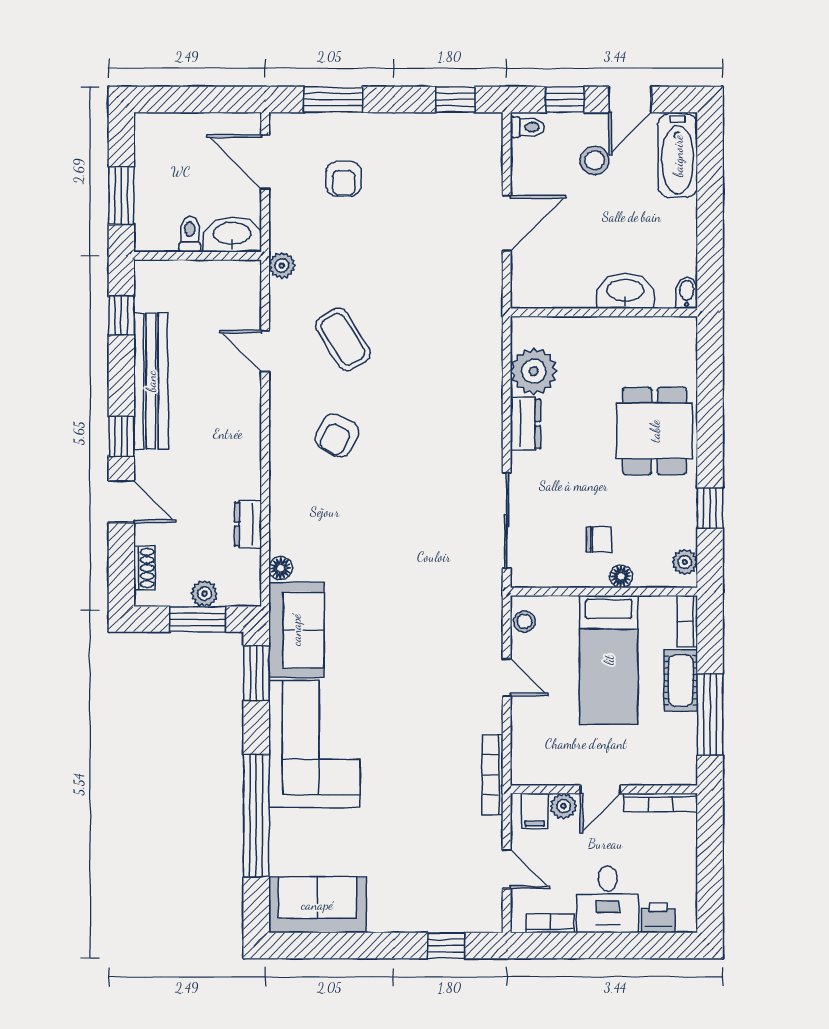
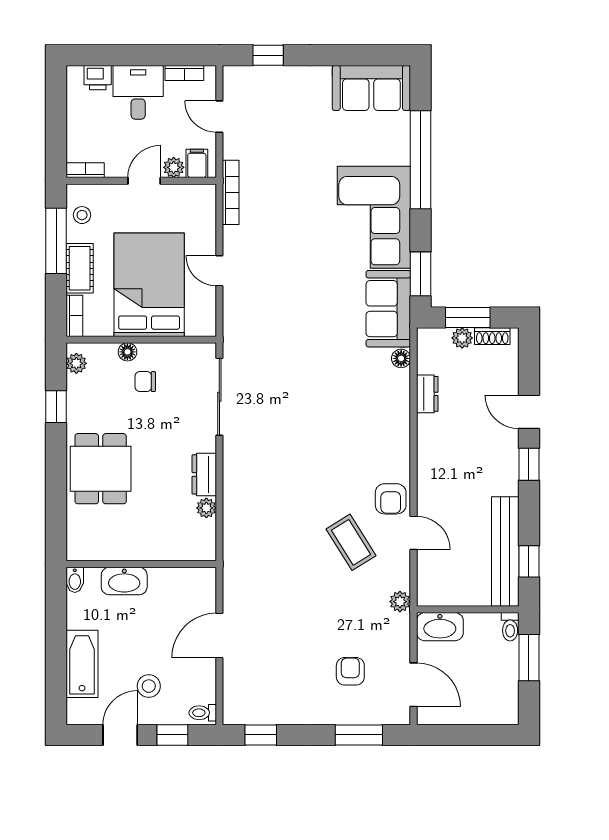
bathtub: (678, 156) -> (82, 664), moved
toilet: (190, 234) -> (510, 627), moved
plant: (534, 371) -> (206, 508), width x0.53, depth x0.53
bench: (151, 381) -> (505, 551), moved
armchair: (337, 435) -> (391, 499), moved, turned 152
shoe rack: (145, 568) -> (492, 336), moved, turned -90
stool: (524, 621) -> (82, 215), moved
bed: (609, 660) -> (149, 285), width x1.50
bookcase: (661, 802) -> (85, 170), width x0.64

